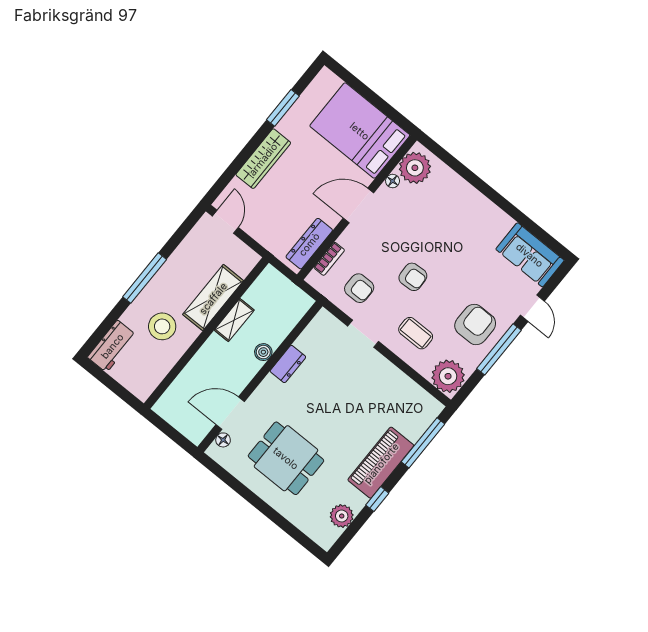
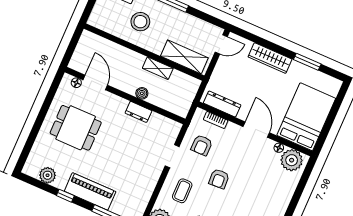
shelving: (213, 298) -> (184, 57), moved
dining table: (286, 458) -> (76, 128), turned 90

